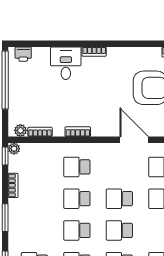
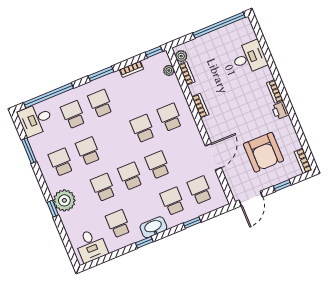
printer: (23, 54) -> (280, 111), moved
desk: (66, 63) -> (249, 57), moved
plant: (14, 149) -> (169, 70), moved
school desk: (77, 230) -> (100, 103), moved

